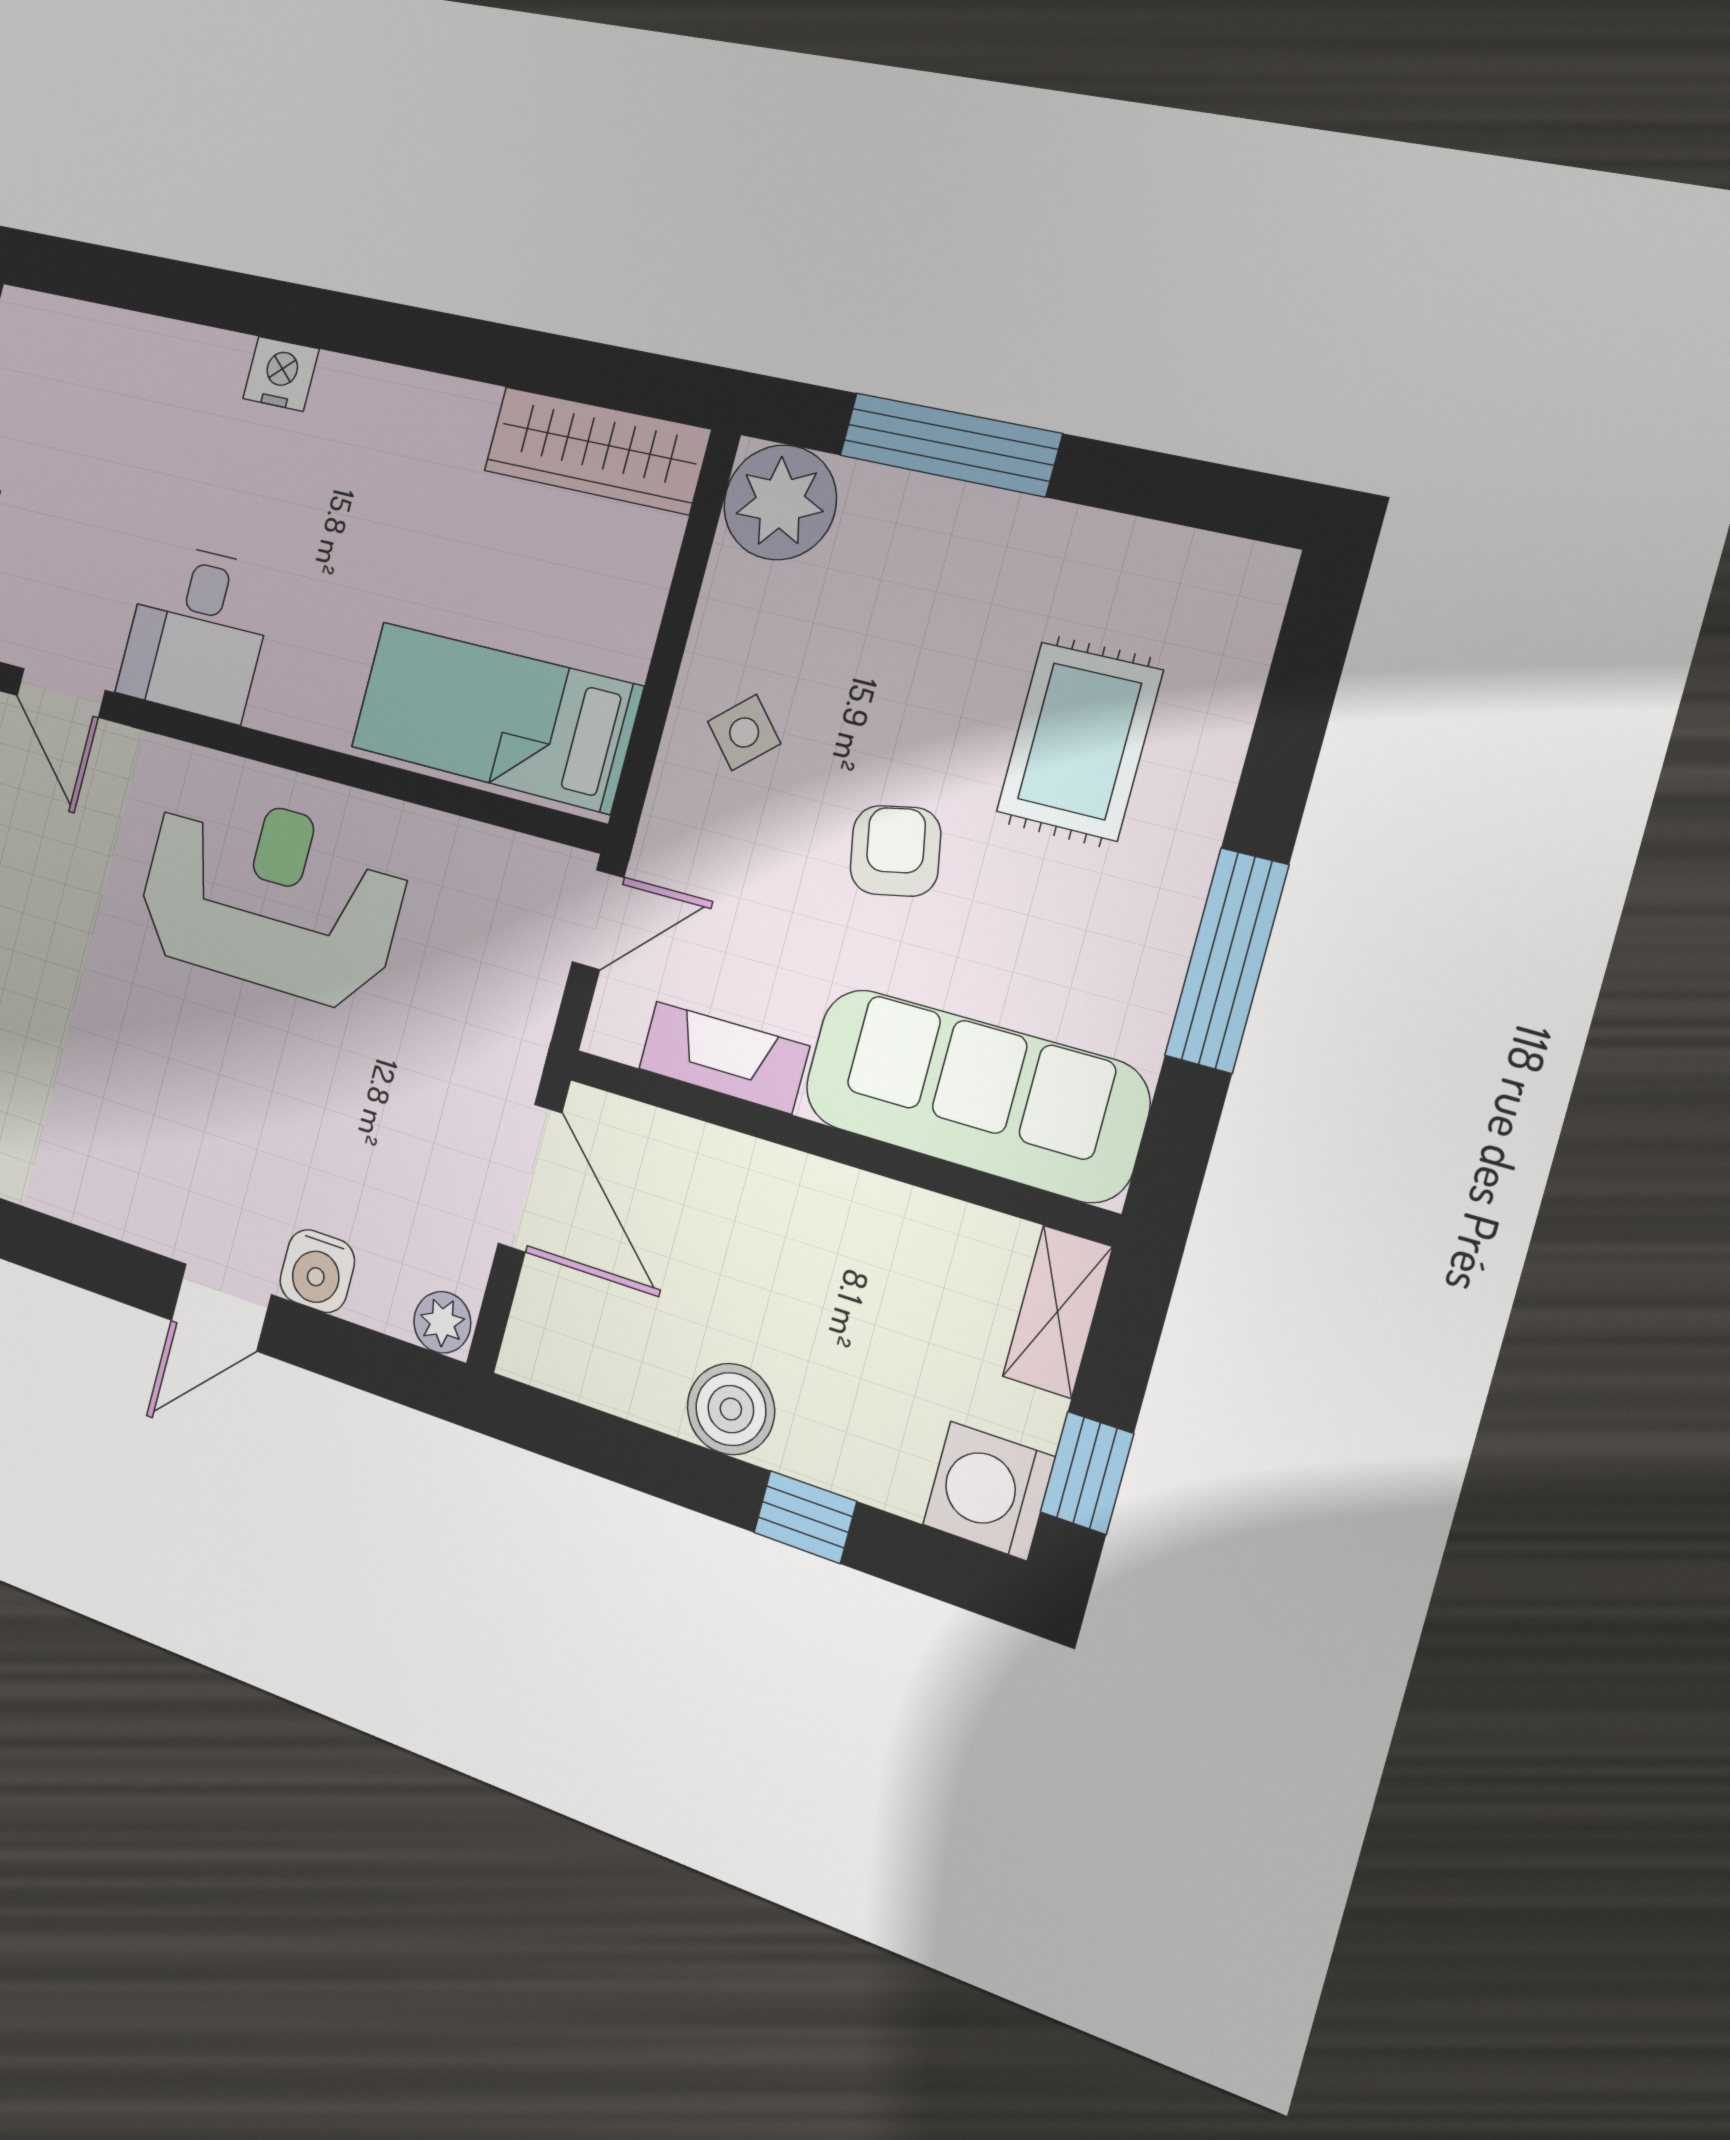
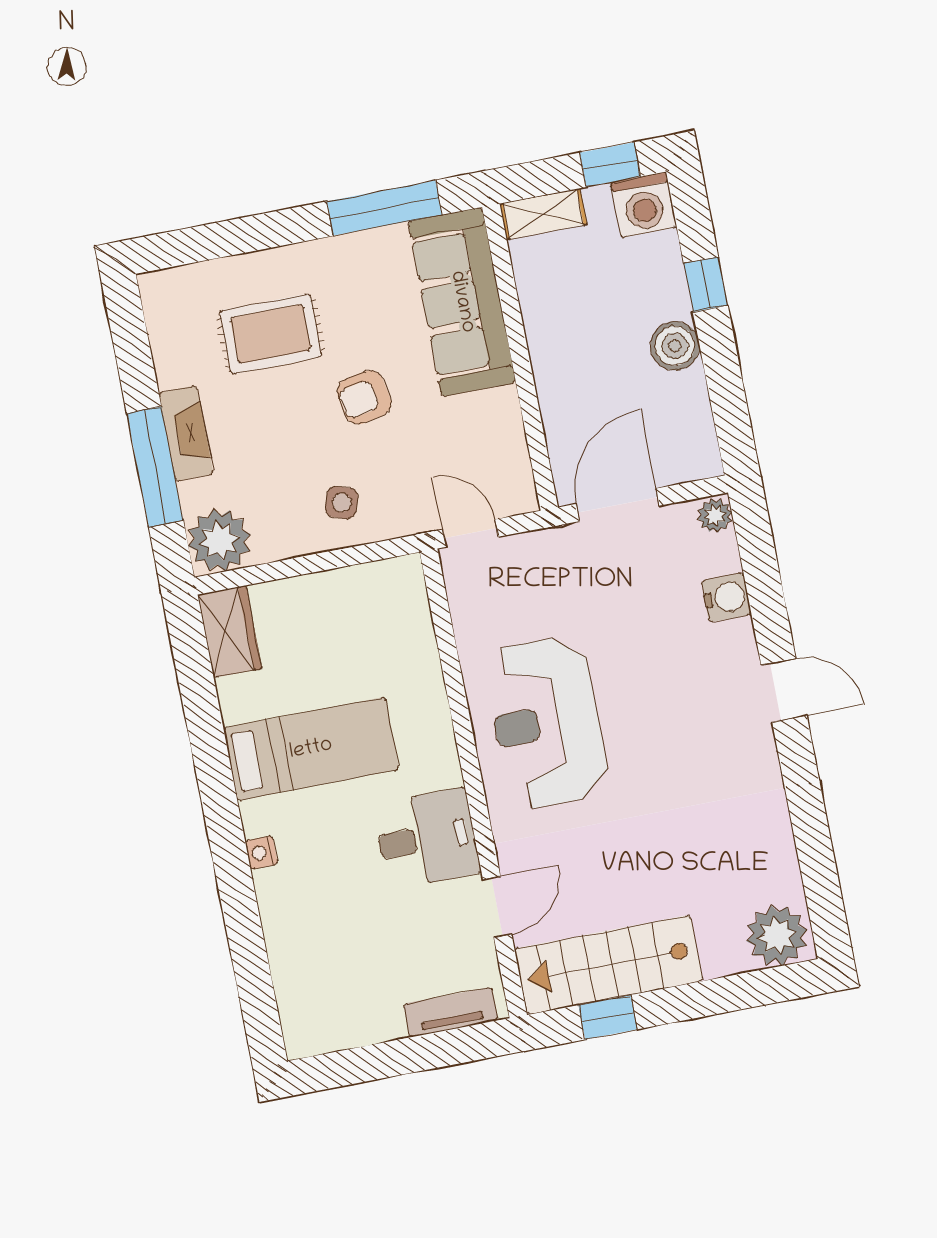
nightstand: (281, 374) -> (261, 853), width x0.72, depth x0.74
wardrobe: (596, 450) -> (230, 632), width x0.67
bed: (495, 717) -> (311, 749), moved, turned -90
side table: (744, 733) -> (342, 503), turned -30
window: (1227, 961) -> (384, 208), moved
fireplace: (724, 1057) -> (186, 433), moved, turned 180
door: (221, 1307) -> (784, 690), moved

